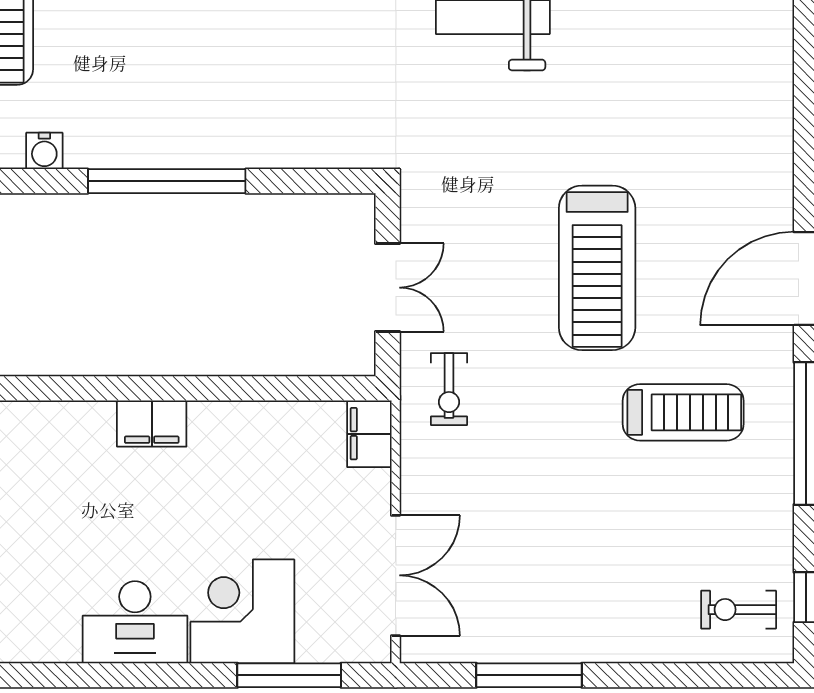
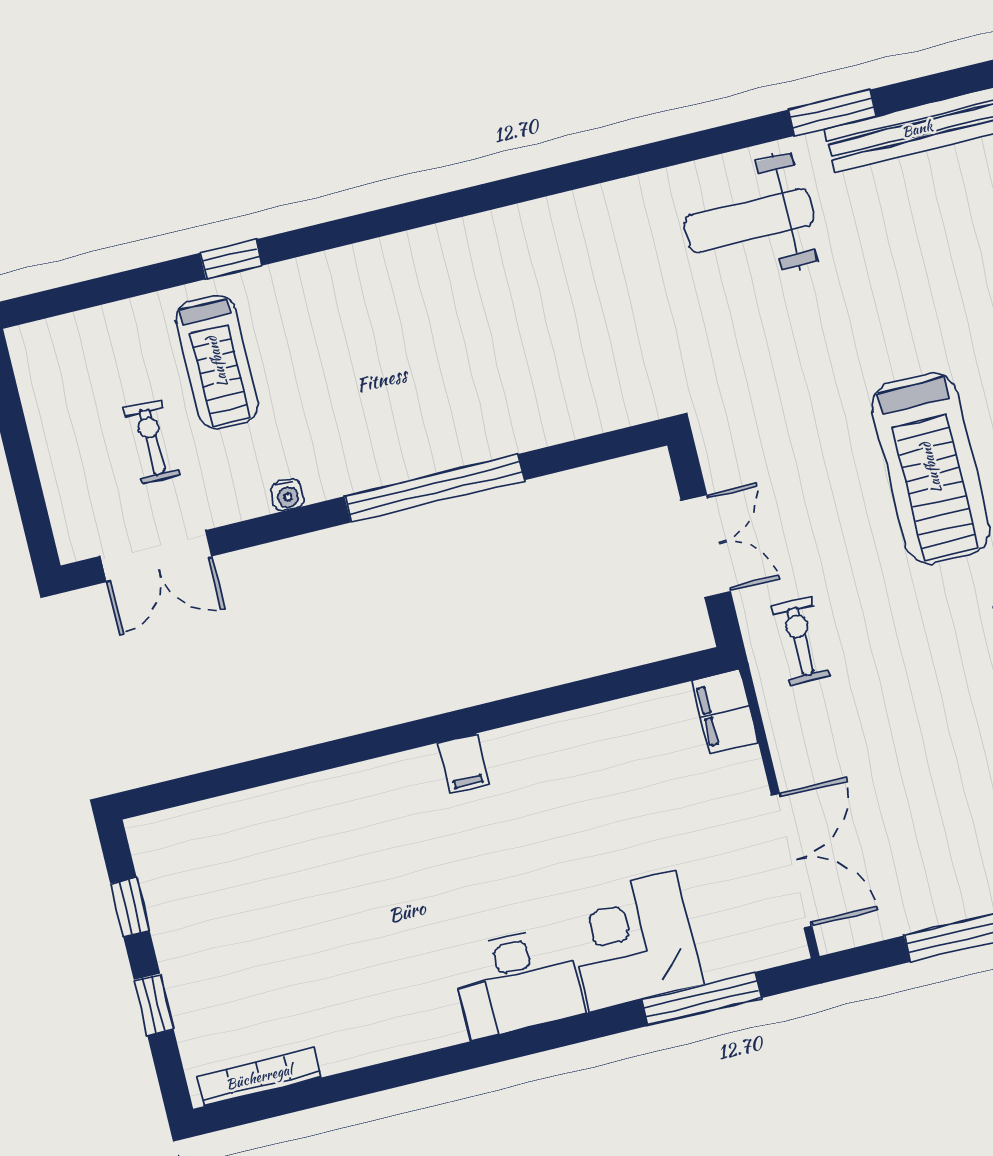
water cooler: (44, 151) -> (288, 495), width x0.72, depth x0.72
exercise bike: (449, 389) -> (801, 641), turned 180
filing cabinet: (152, 423) -> (464, 763), width x0.50

